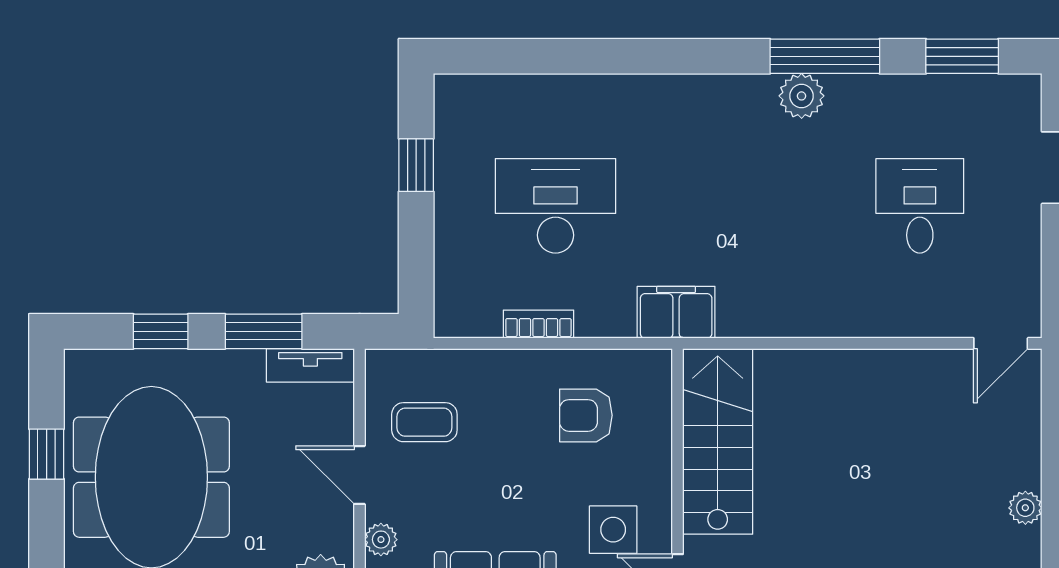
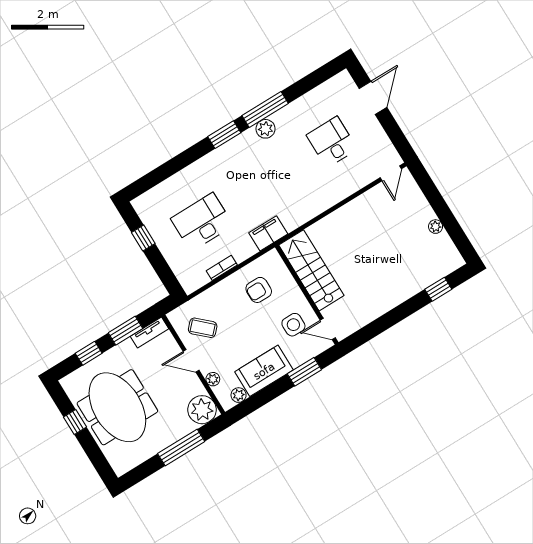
window: (962, 56) -> (224, 135), moved
coffee table: (424, 422) -> (203, 328), turned 43

